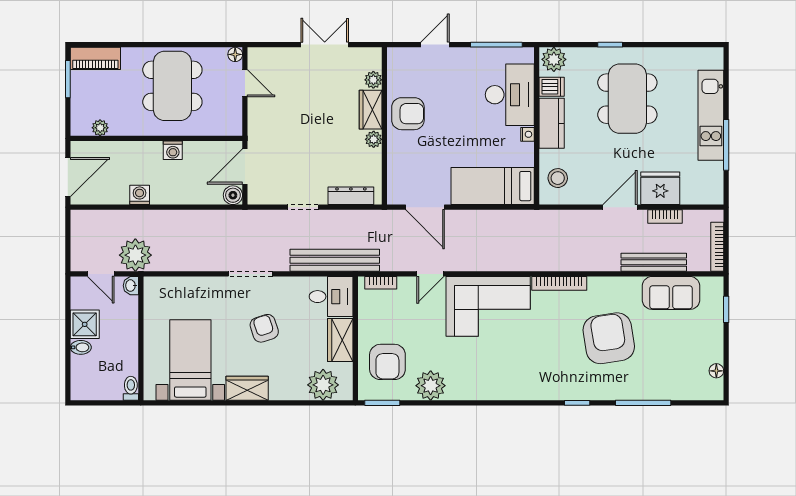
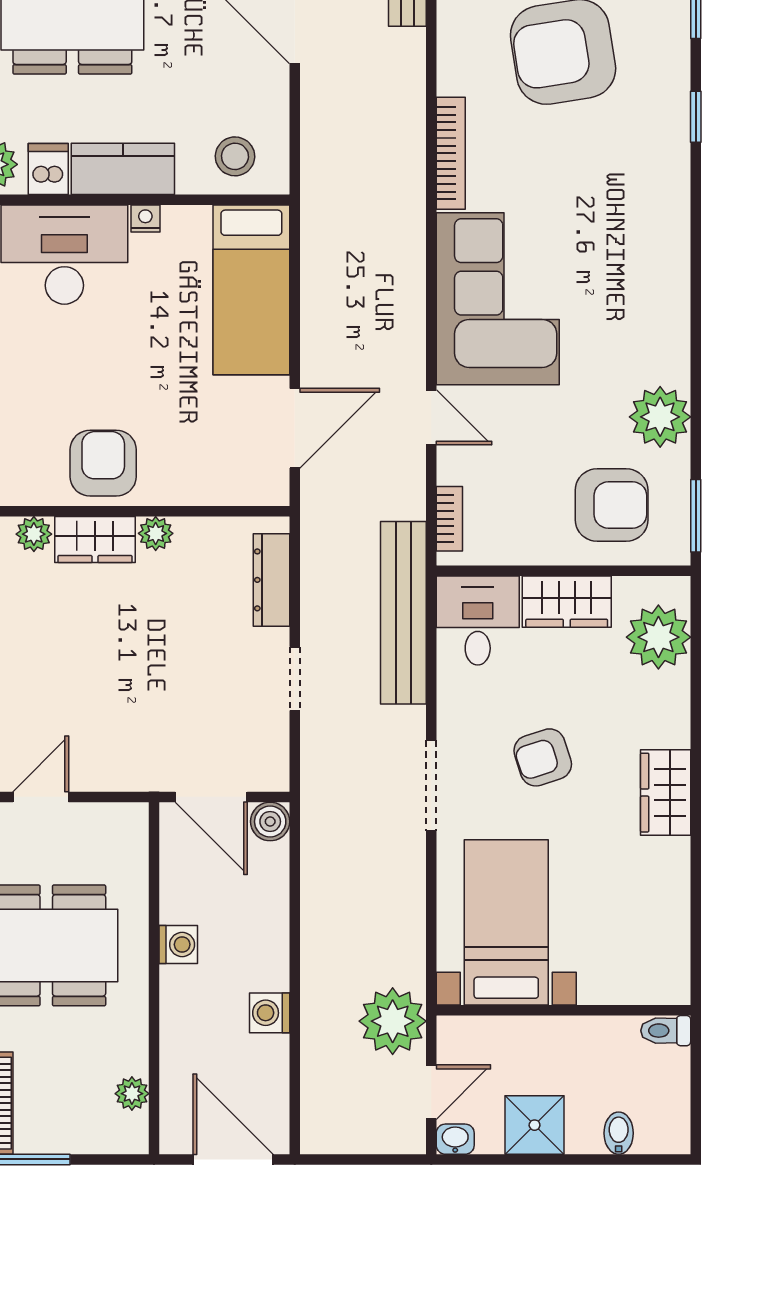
washbasin: (131, 286) -> (455, 1139), moved, turned 180
bidet: (81, 347) -> (619, 1133), moved
bed with nightstands: (190, 360) -> (506, 922), moved, turned 90

